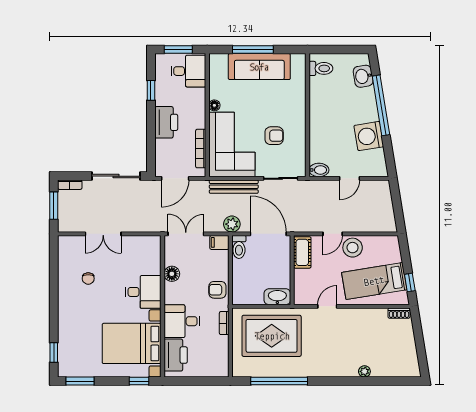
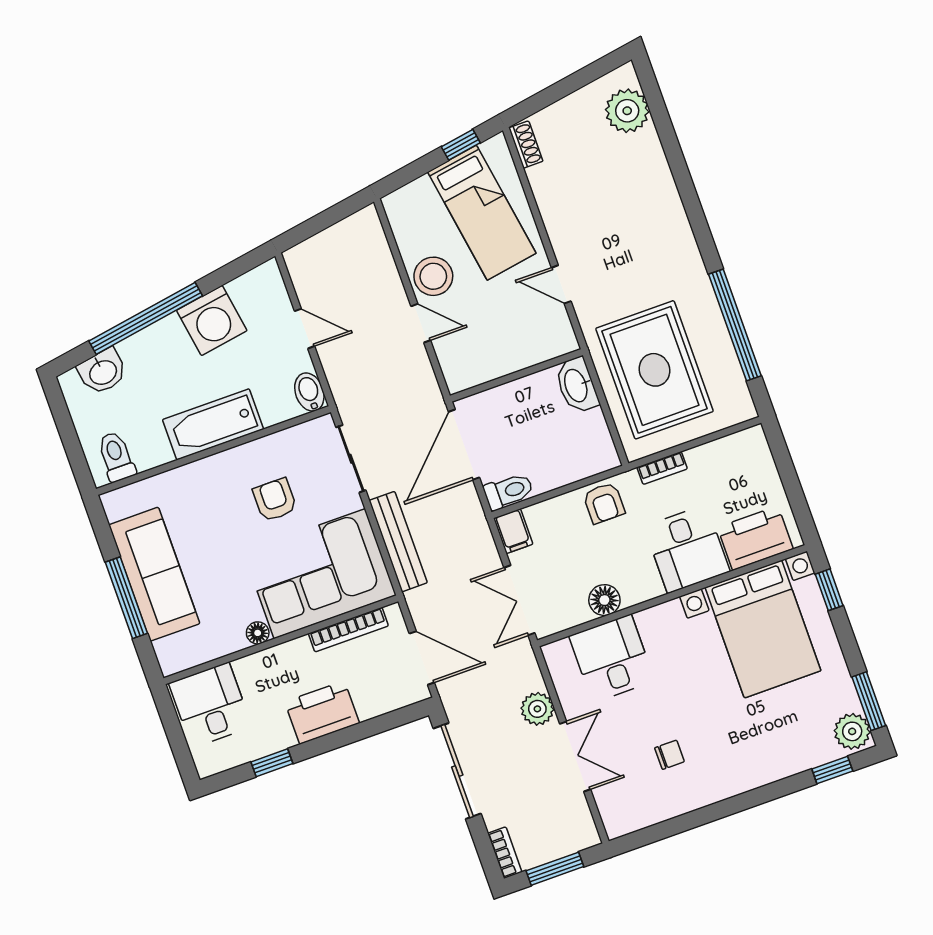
window: (178, 50) -> (177, 739), removed
bathtub: (320, 119) -> (213, 424), added
plant: (232, 224) -> (537, 709), moved
cot: (302, 252) -> (476, 368), removed
desk: (143, 292) -> (612, 658), moved
plant: (69, 368) -> (852, 731), added
plant: (364, 371) -> (627, 111), moved, width x1.87, depth x1.87

